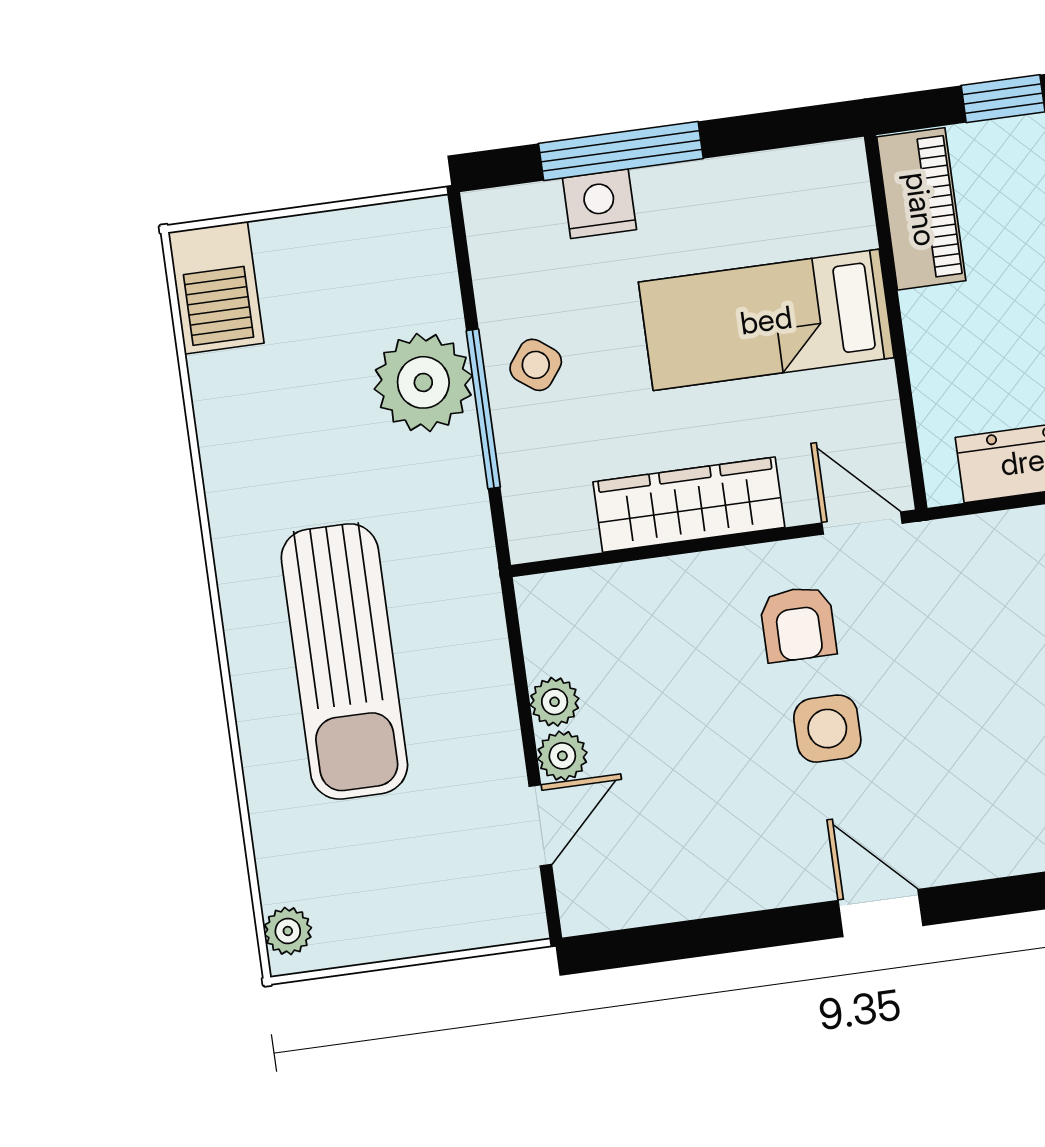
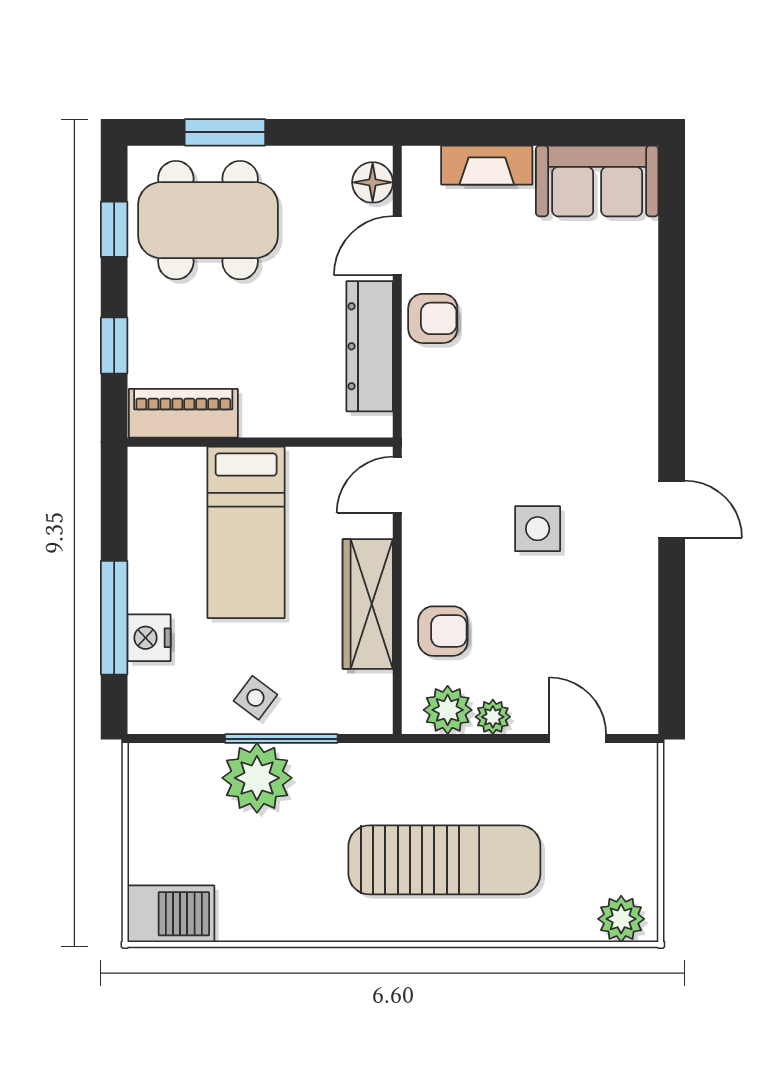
armchair: (798, 624) -> (443, 631), moved
plant: (562, 756) -> (448, 710), moved, width x1.38, depth x1.38
door: (880, 913) -> (672, 509), swing flipped
plant: (288, 931) -> (621, 919), width x1.38, depth x1.38

